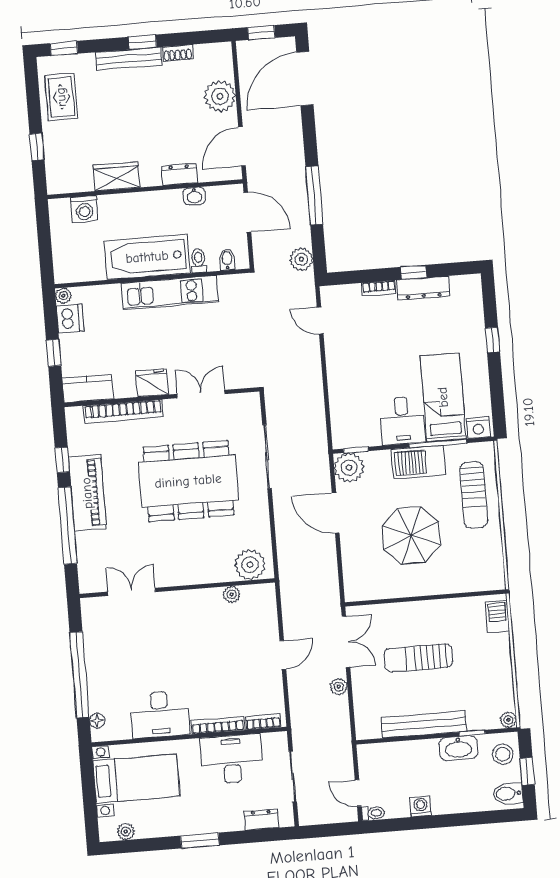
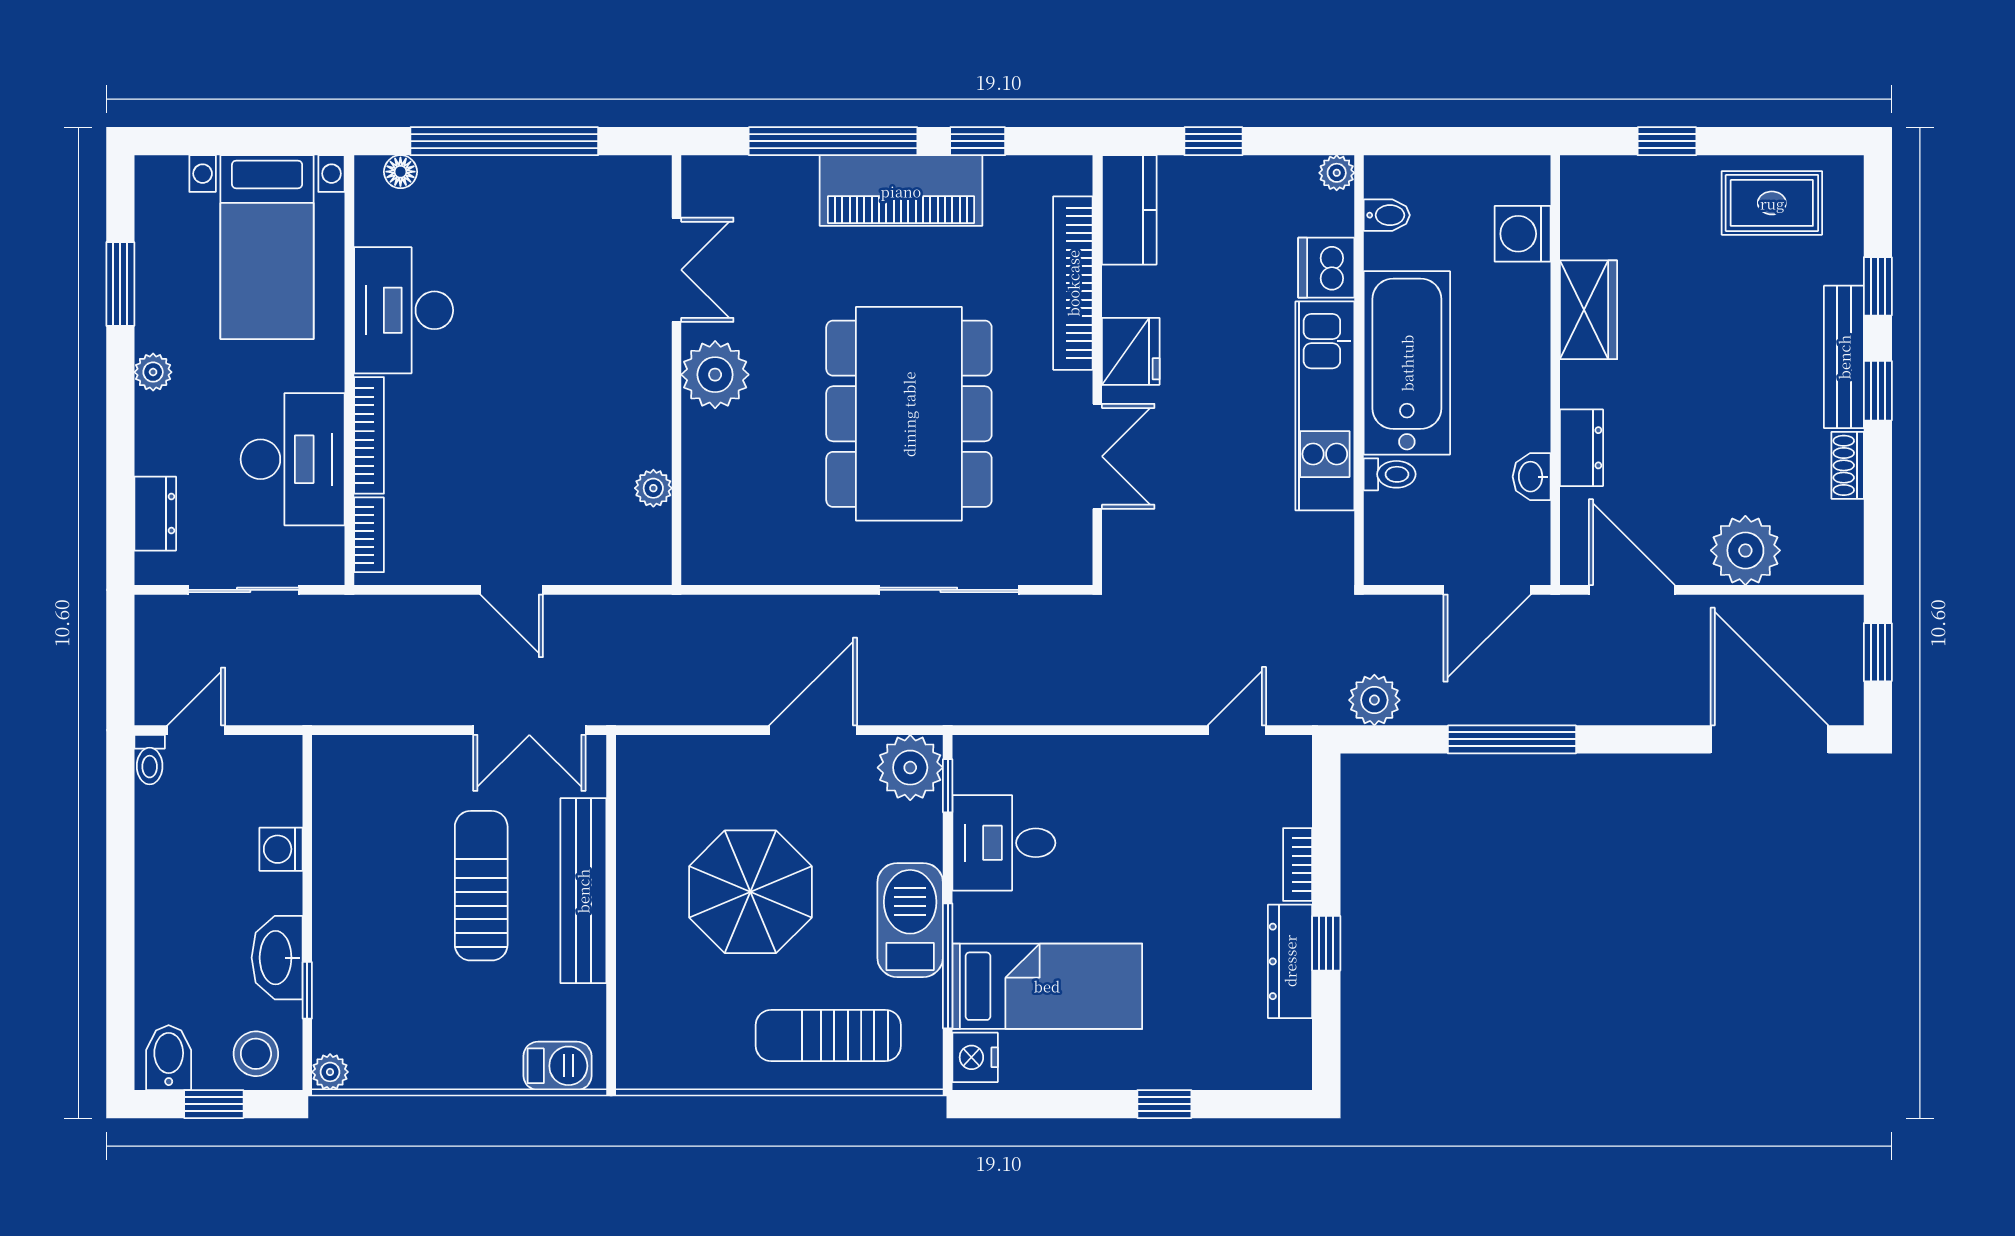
window: (64, 48) -> (1878, 286), moved
bidet: (227, 260) -> (1387, 215), moved
dishwasher: (70, 319) -> (1326, 268), moved, turned 90
desk: (402, 421) -> (1004, 843), moved
plant: (250, 565) -> (715, 375), moved
plant: (339, 687) -> (432, 706), removed
bench: (424, 724) -> (583, 891), moved
washing machine: (421, 806) -> (281, 849), moved, turned 180
plant: (126, 831) -> (153, 372), moved
window: (200, 840) -> (120, 284), moved

